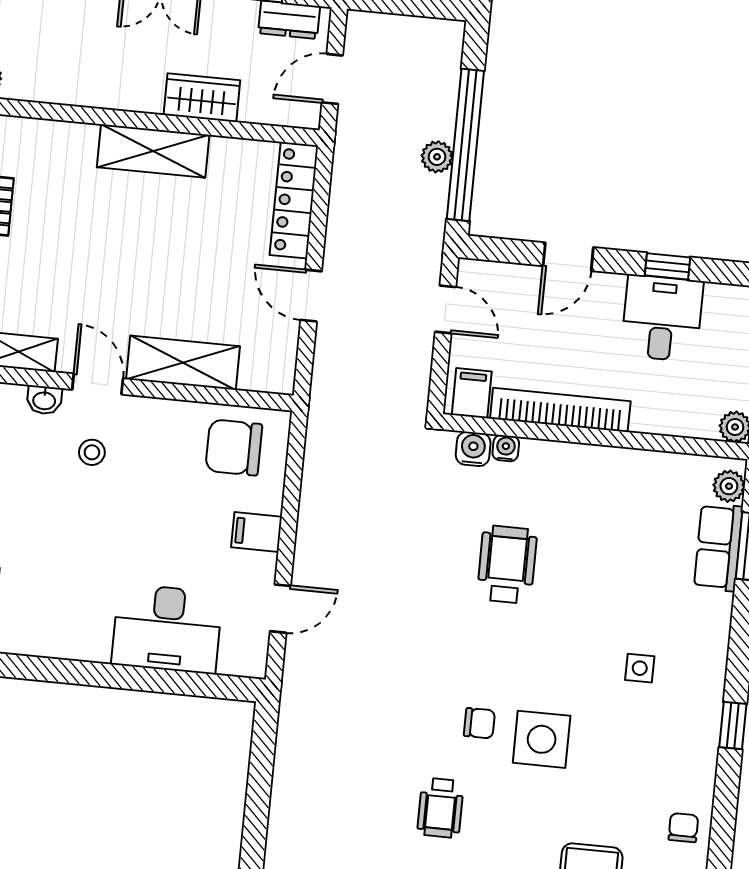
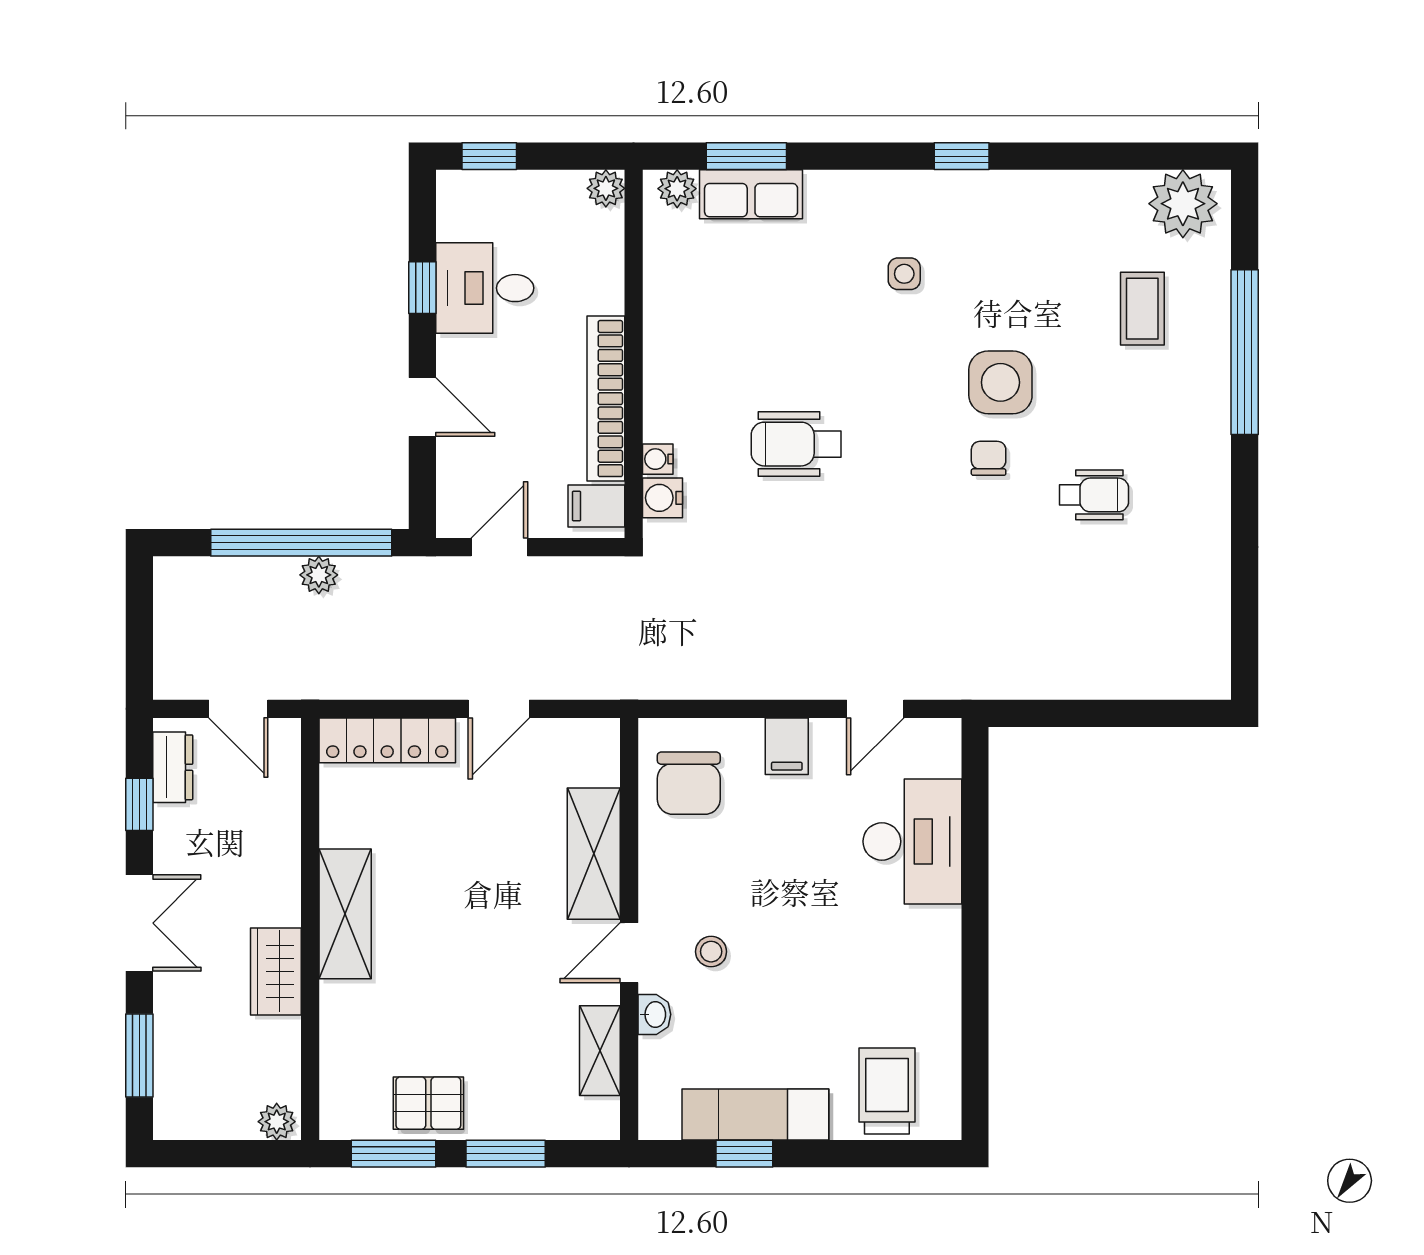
wardrobe: (202, 98) -> (276, 971), moved
door: (280, 609) -> (875, 709), swing flipped
chair: (683, 828) -> (1089, 203), removed

